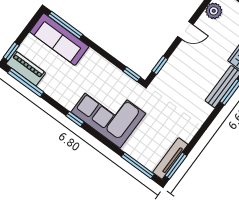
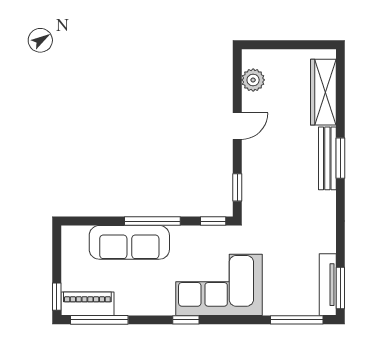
window: (65, 25) -> (152, 221), moved
sofa: (59, 39) -> (129, 242), moved

